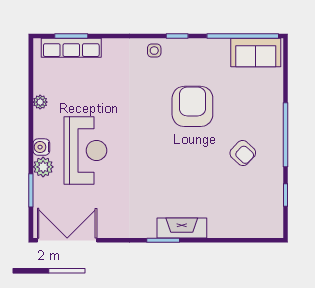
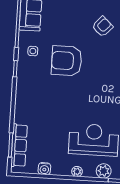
side table: (154, 51) -> (33, 51), moved
plant: (40, 102) -> (77, 171), moved
water cooler: (41, 147) -> (44, 169), moved

